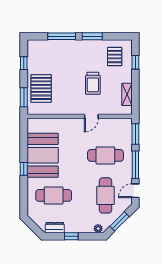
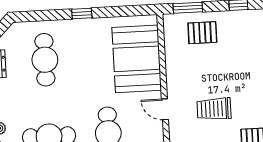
pallet: (41, 88) -> (202, 33), width x0.67, depth x0.71
booth: (43, 155) -> (137, 59), moved, turned 90

